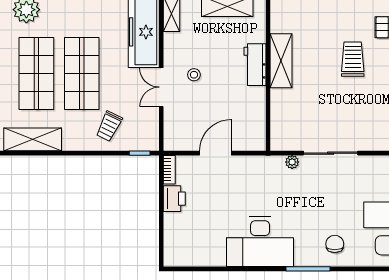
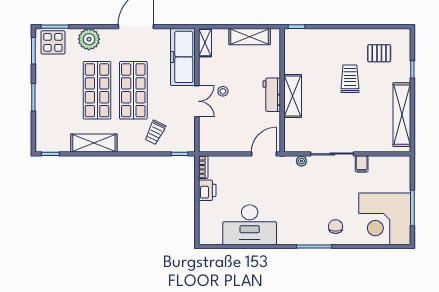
shelving: (281, 61) -> (293, 96), moved
workbench: (255, 65) -> (272, 95), moved
double door: (161, 87) -> (197, 101), swing flipped
door: (215, 153) -> (264, 154), moved
filing cabinet: (367, 166) -> (362, 164), added
desk: (260, 242) -> (250, 225), moved

